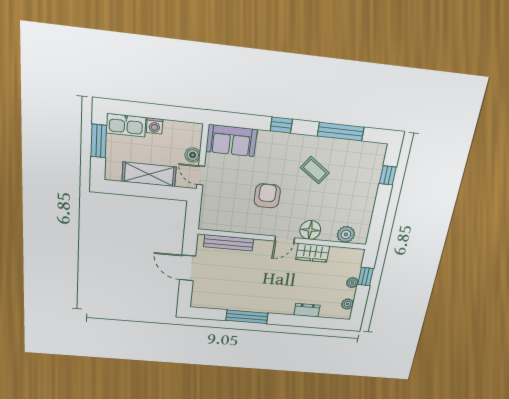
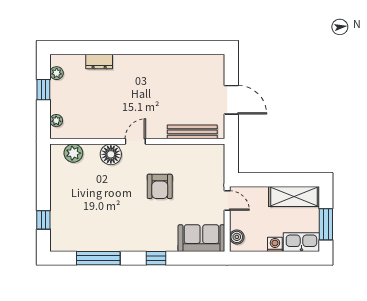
boiler: (193, 155) -> (237, 237), moved
coffee table: (315, 170) -> (117, 217), removed
shelving: (149, 174) -> (294, 196), moved
wardrobe: (313, 253) -> (104, 129), removed
window: (365, 276) -> (43, 90), moved
plant: (352, 283) -> (56, 121), moved
window: (247, 317) -> (163, 47), removed

